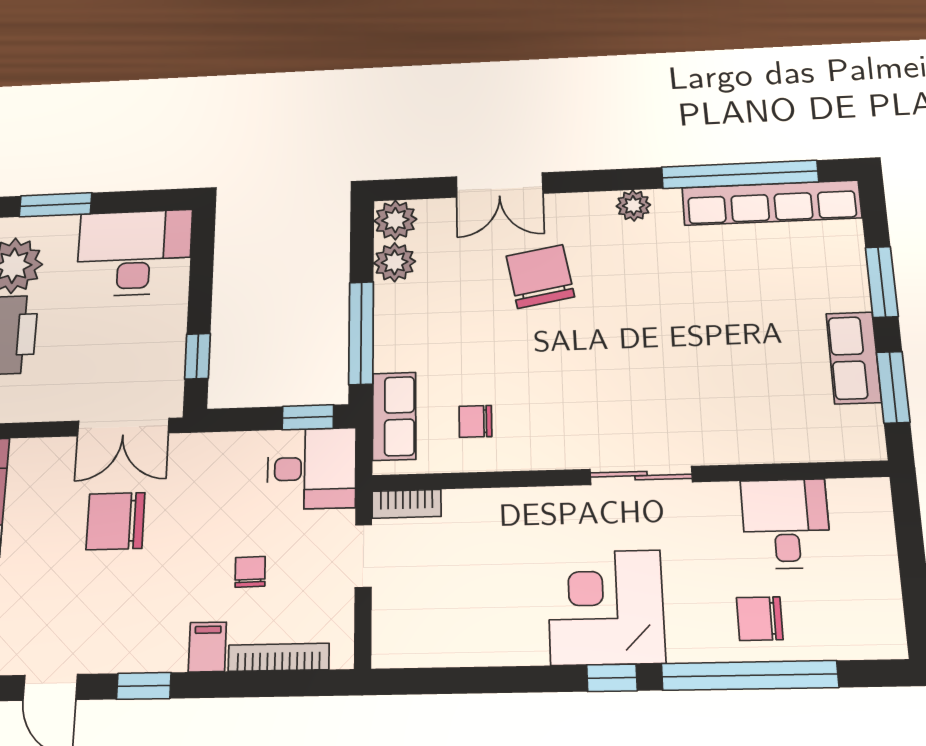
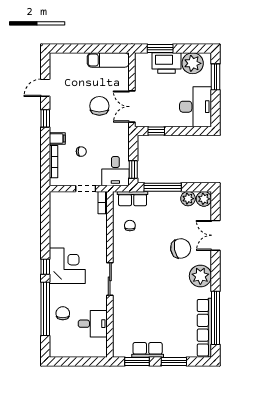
plant: (633, 206) -> (200, 276), width x1.87, depth x1.87

